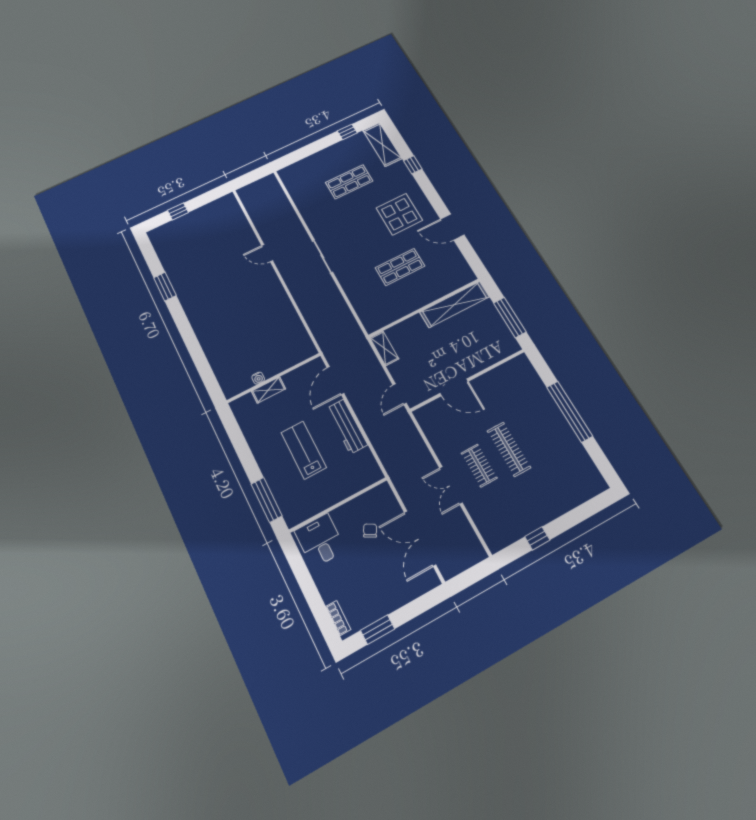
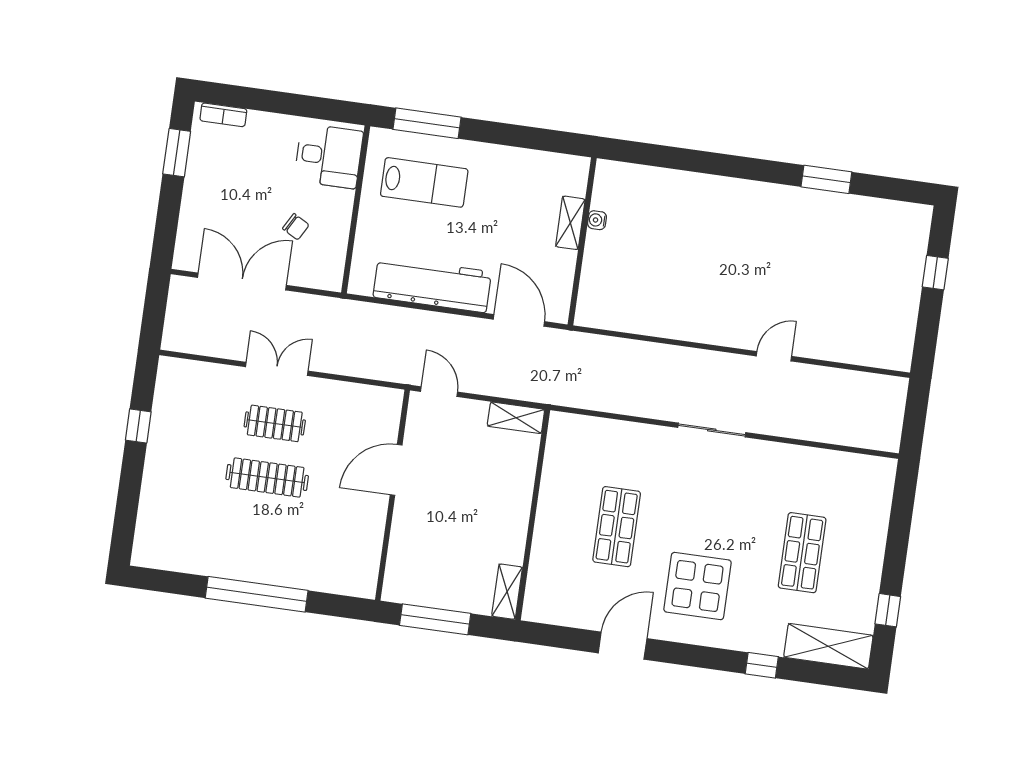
shelving: (455, 304) -> (507, 592), width x0.45, depth x0.75
workbench: (347, 426) -> (432, 284), width x1.36, depth x1.32
lab bench: (304, 450) -> (424, 182), moved

